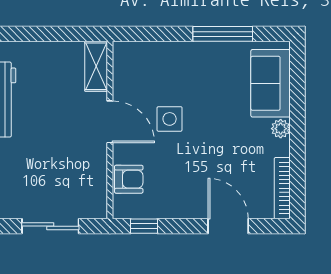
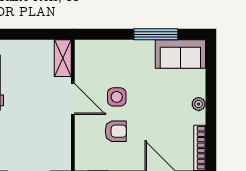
sofa: (271, 83) -> (180, 54), moved, turned -90
armchair: (129, 179) -> (116, 131), moved

